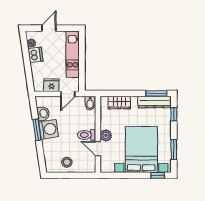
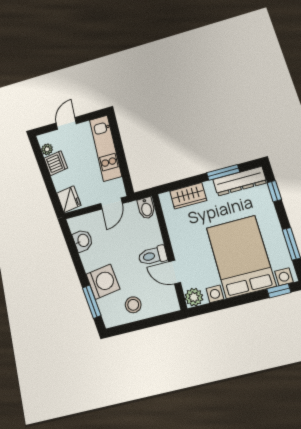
fridge: (51, 85) -> (69, 199), moved, turned 82
window: (156, 93) -> (223, 172), moved
washing machine: (49, 129) -> (103, 282), moved
window: (37, 130) -> (92, 302), moved
plant: (106, 135) -> (194, 297), moved

